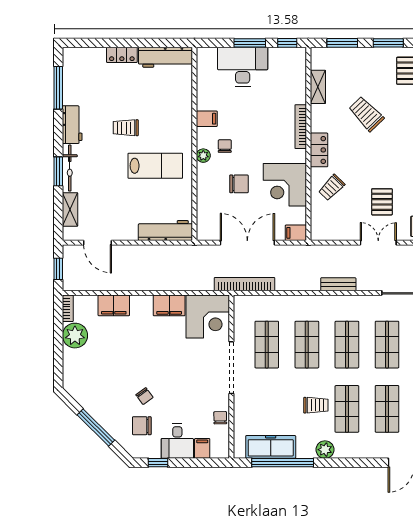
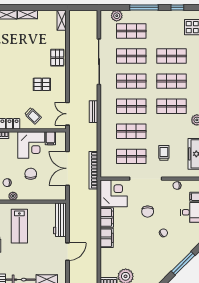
lab bench: (155, 166) -> (19, 226), turned 180
filing cabinet: (296, 233) -> (50, 138), moved
door: (98, 243) -> (67, 252), moved
double door: (378, 243) -> (67, 114), moved
filing cabinet: (114, 305) -> (107, 238), moved
trolley: (316, 405) -> (164, 153), moved
chair: (142, 426) -> (148, 212), moved

